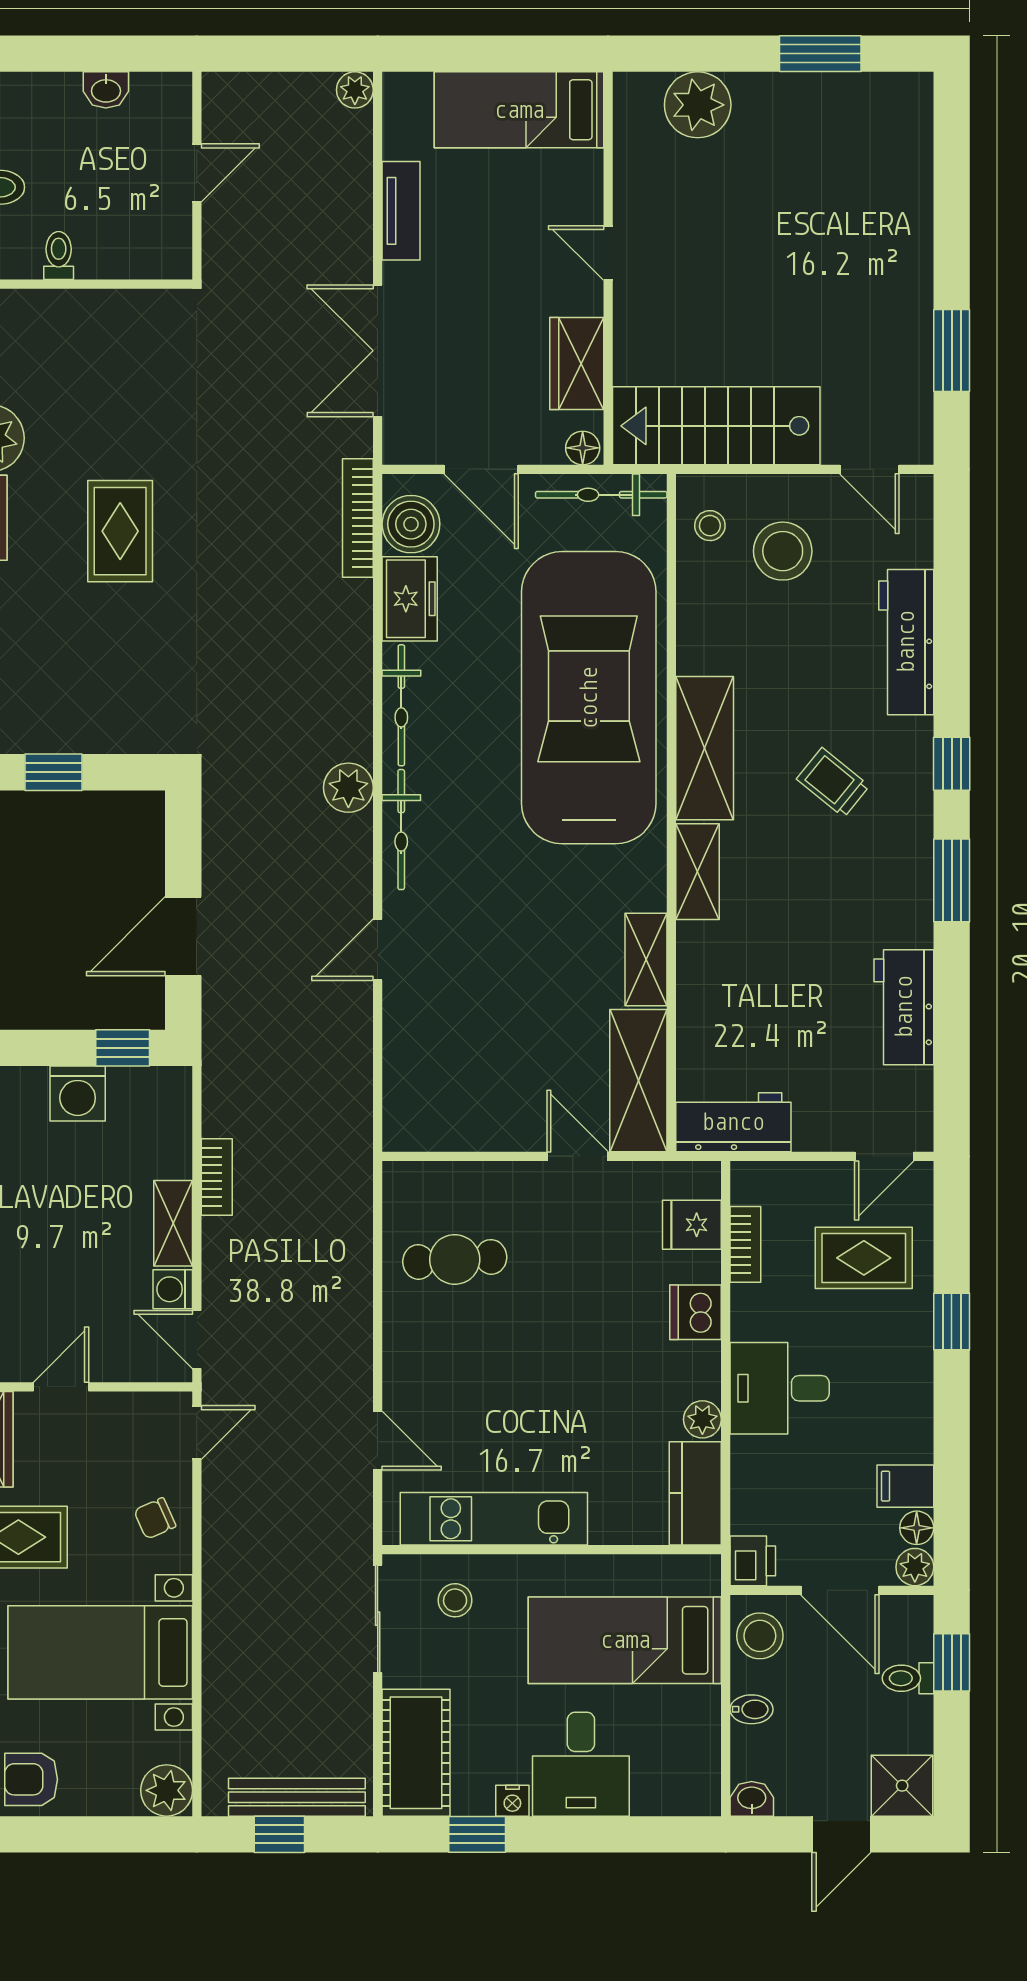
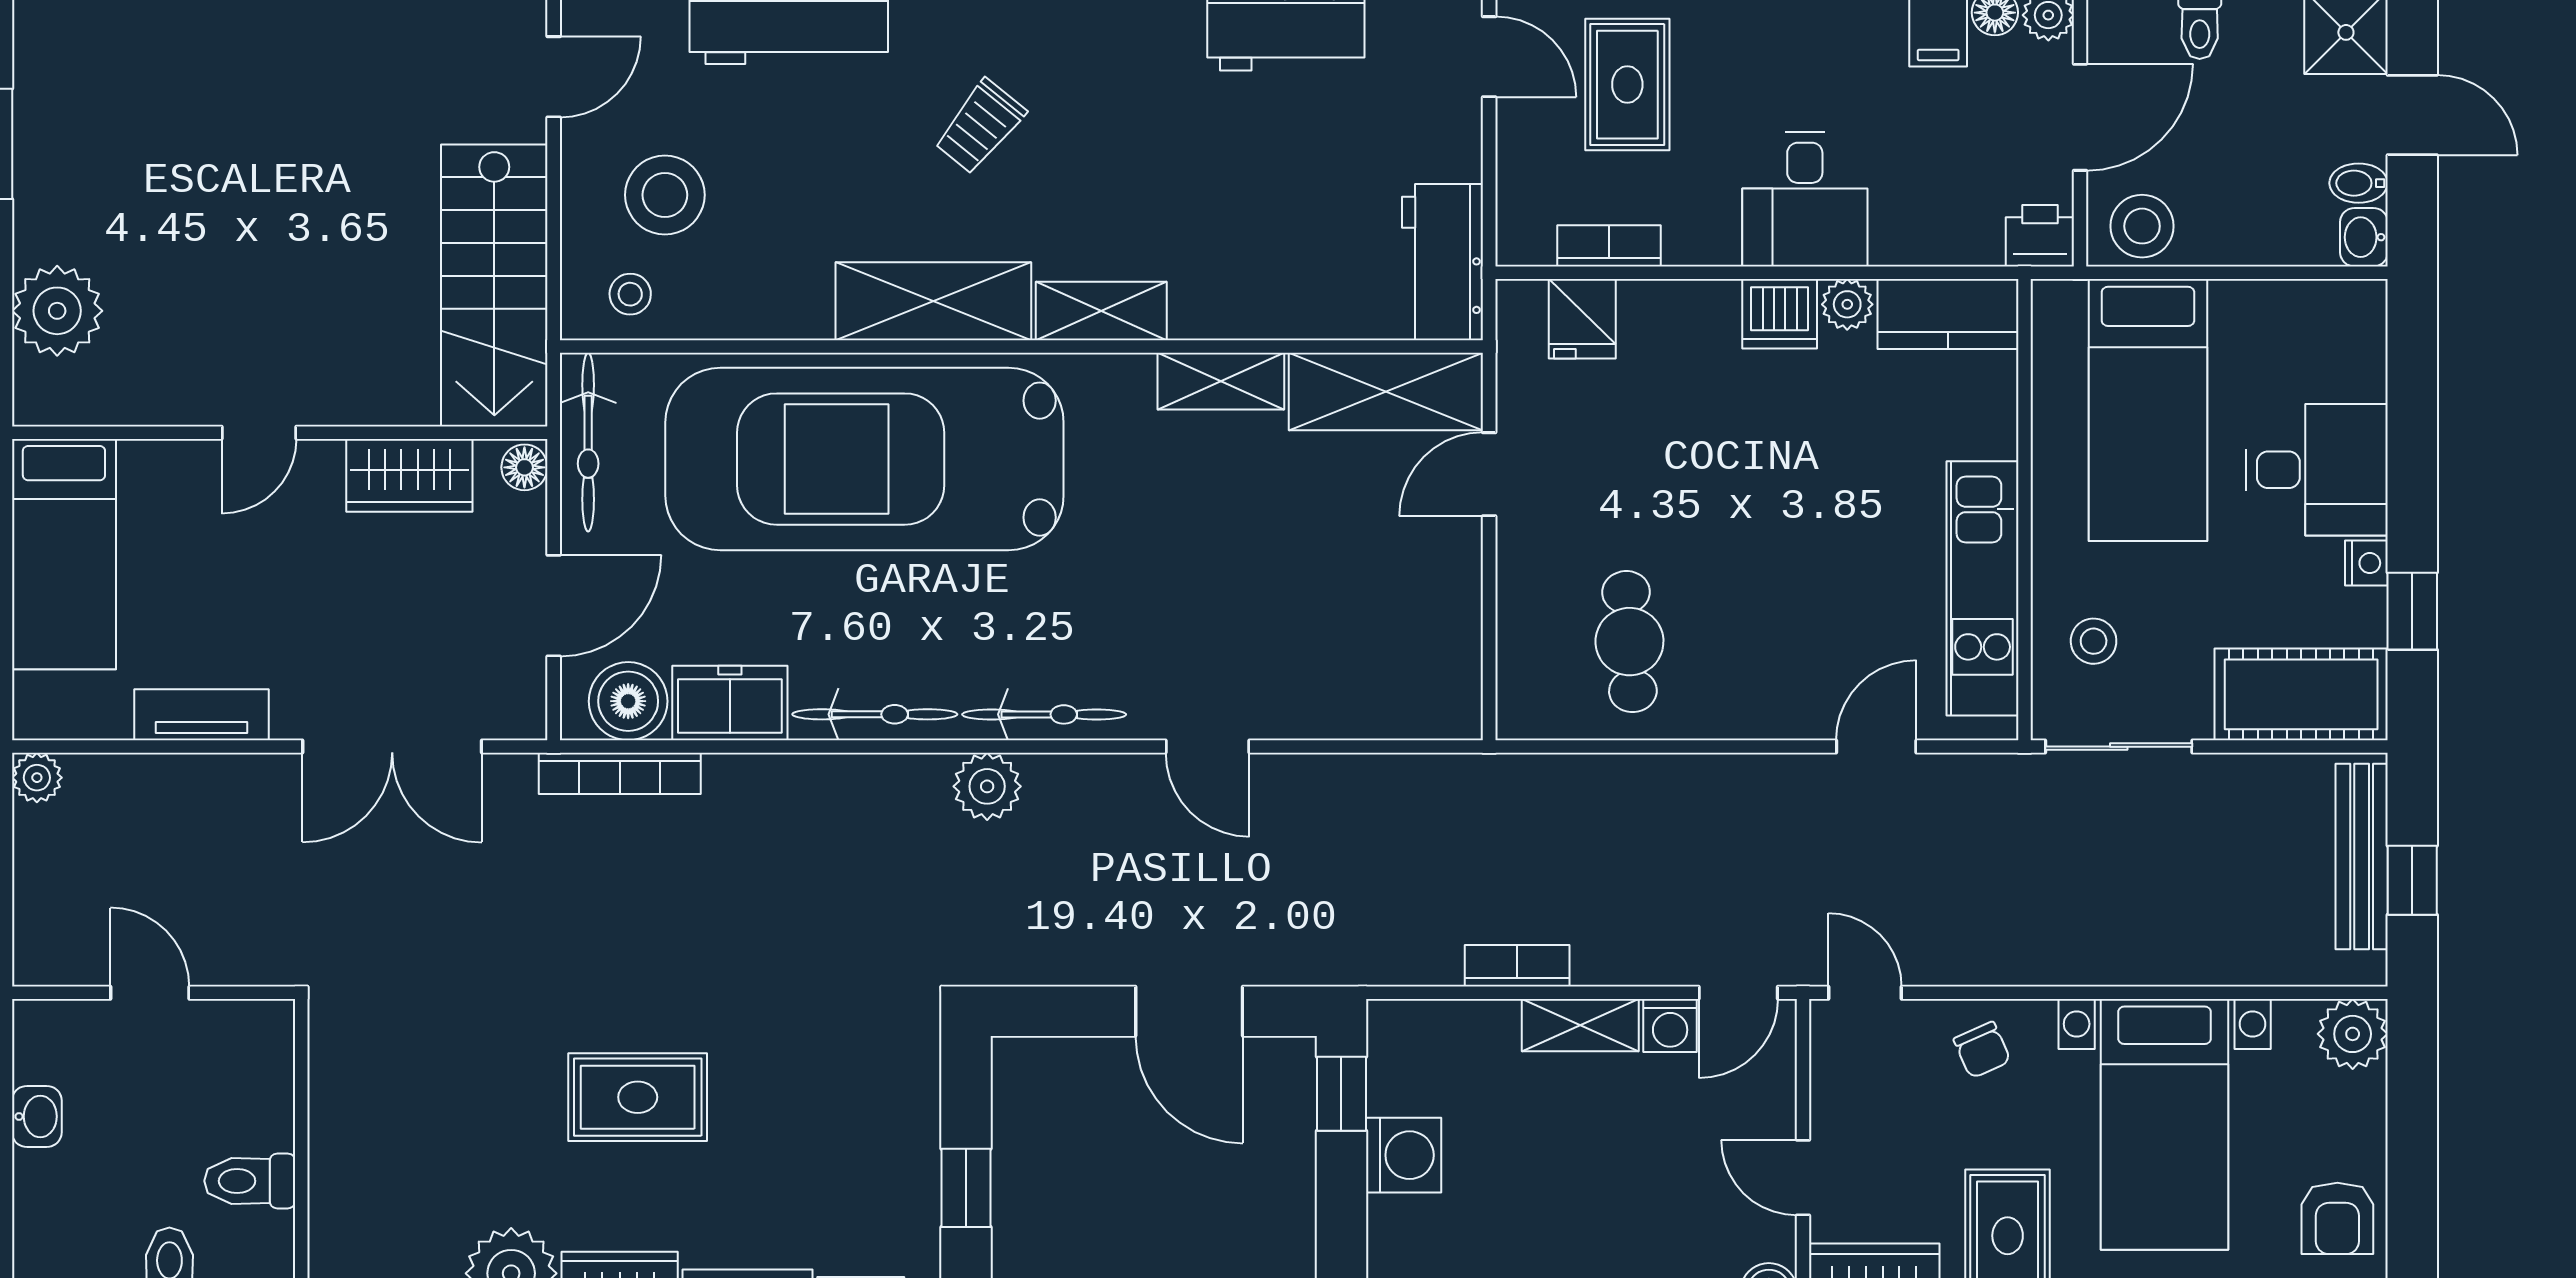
toilet: (59, 256) -> (250, 1181), width x1.37, depth x1.39
dishwasher: (696, 1312) -> (1780, 314), moved
bidet: (752, 1709) -> (2359, 183), moved, turned -90

